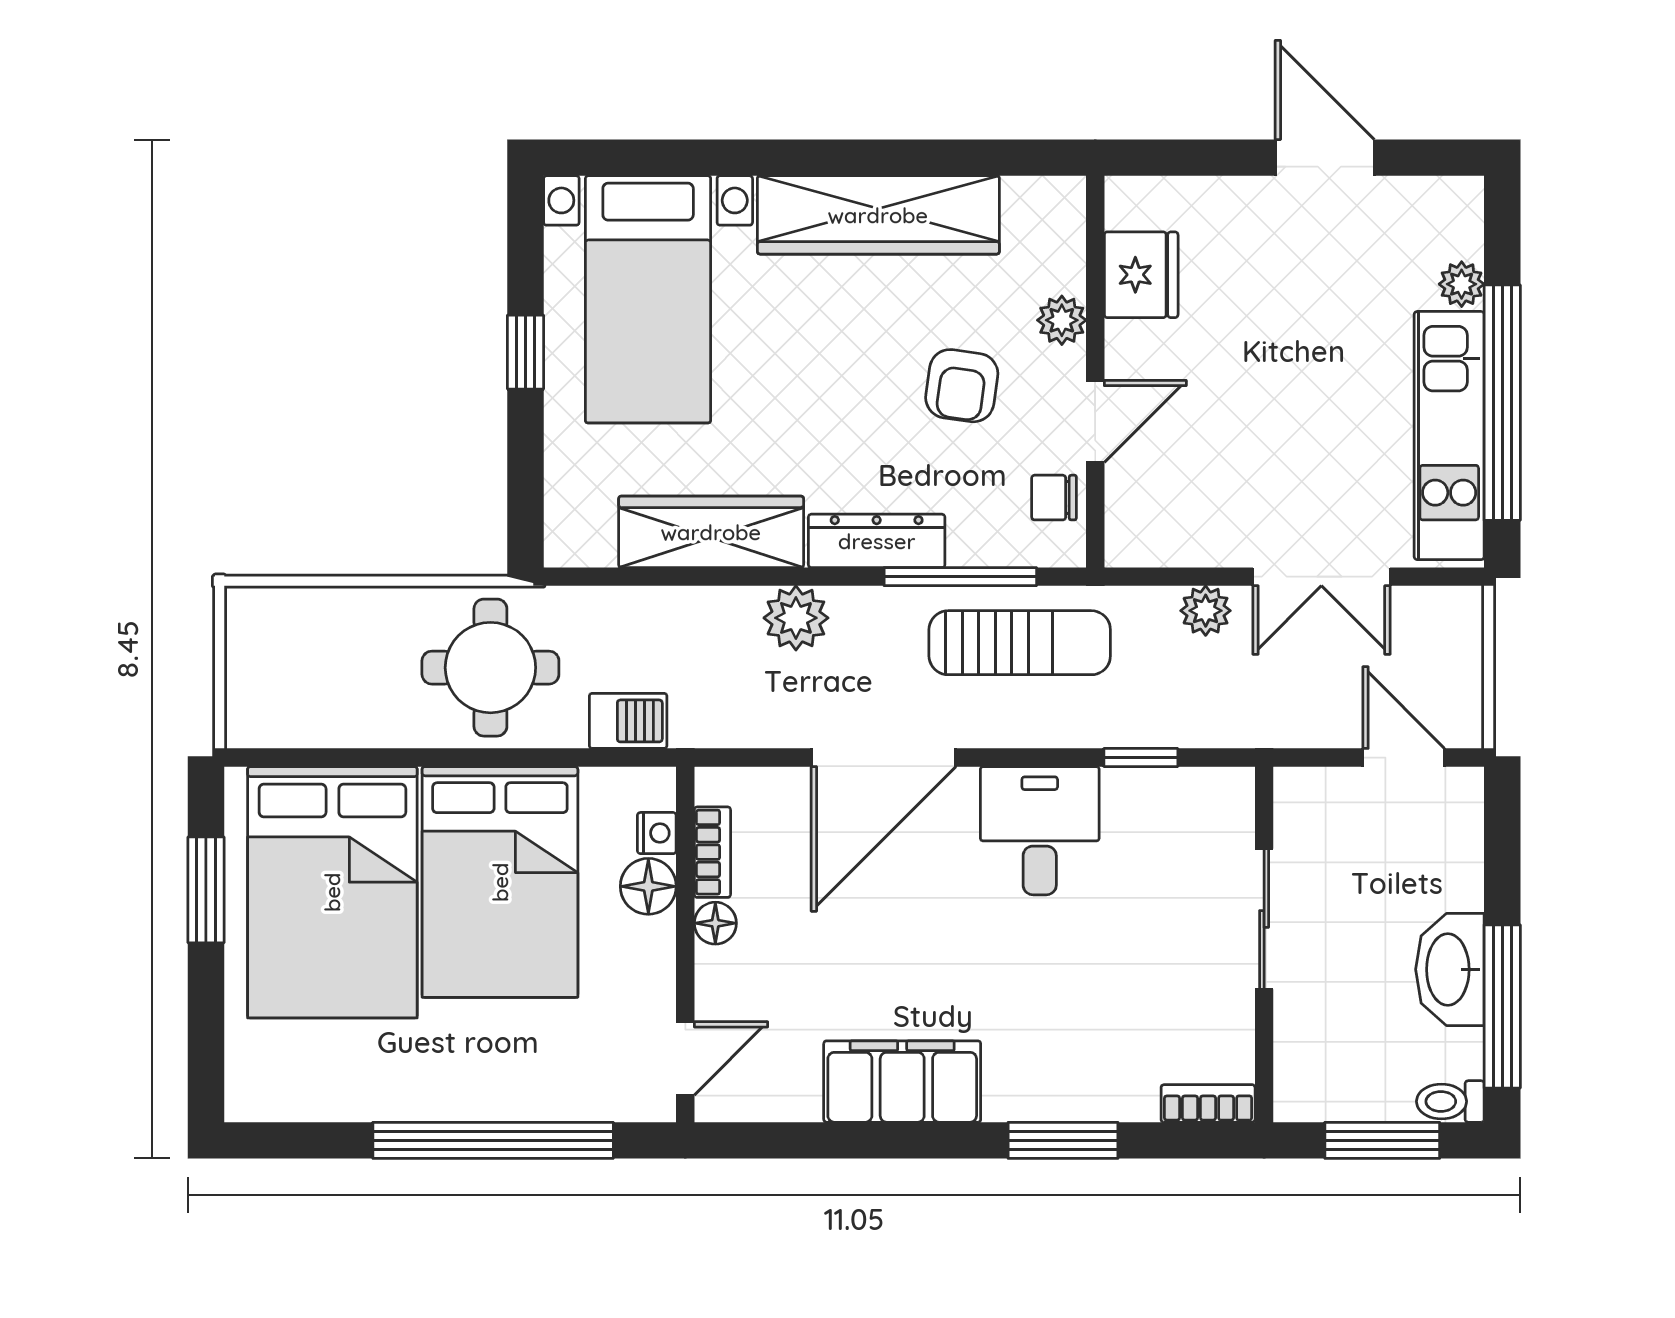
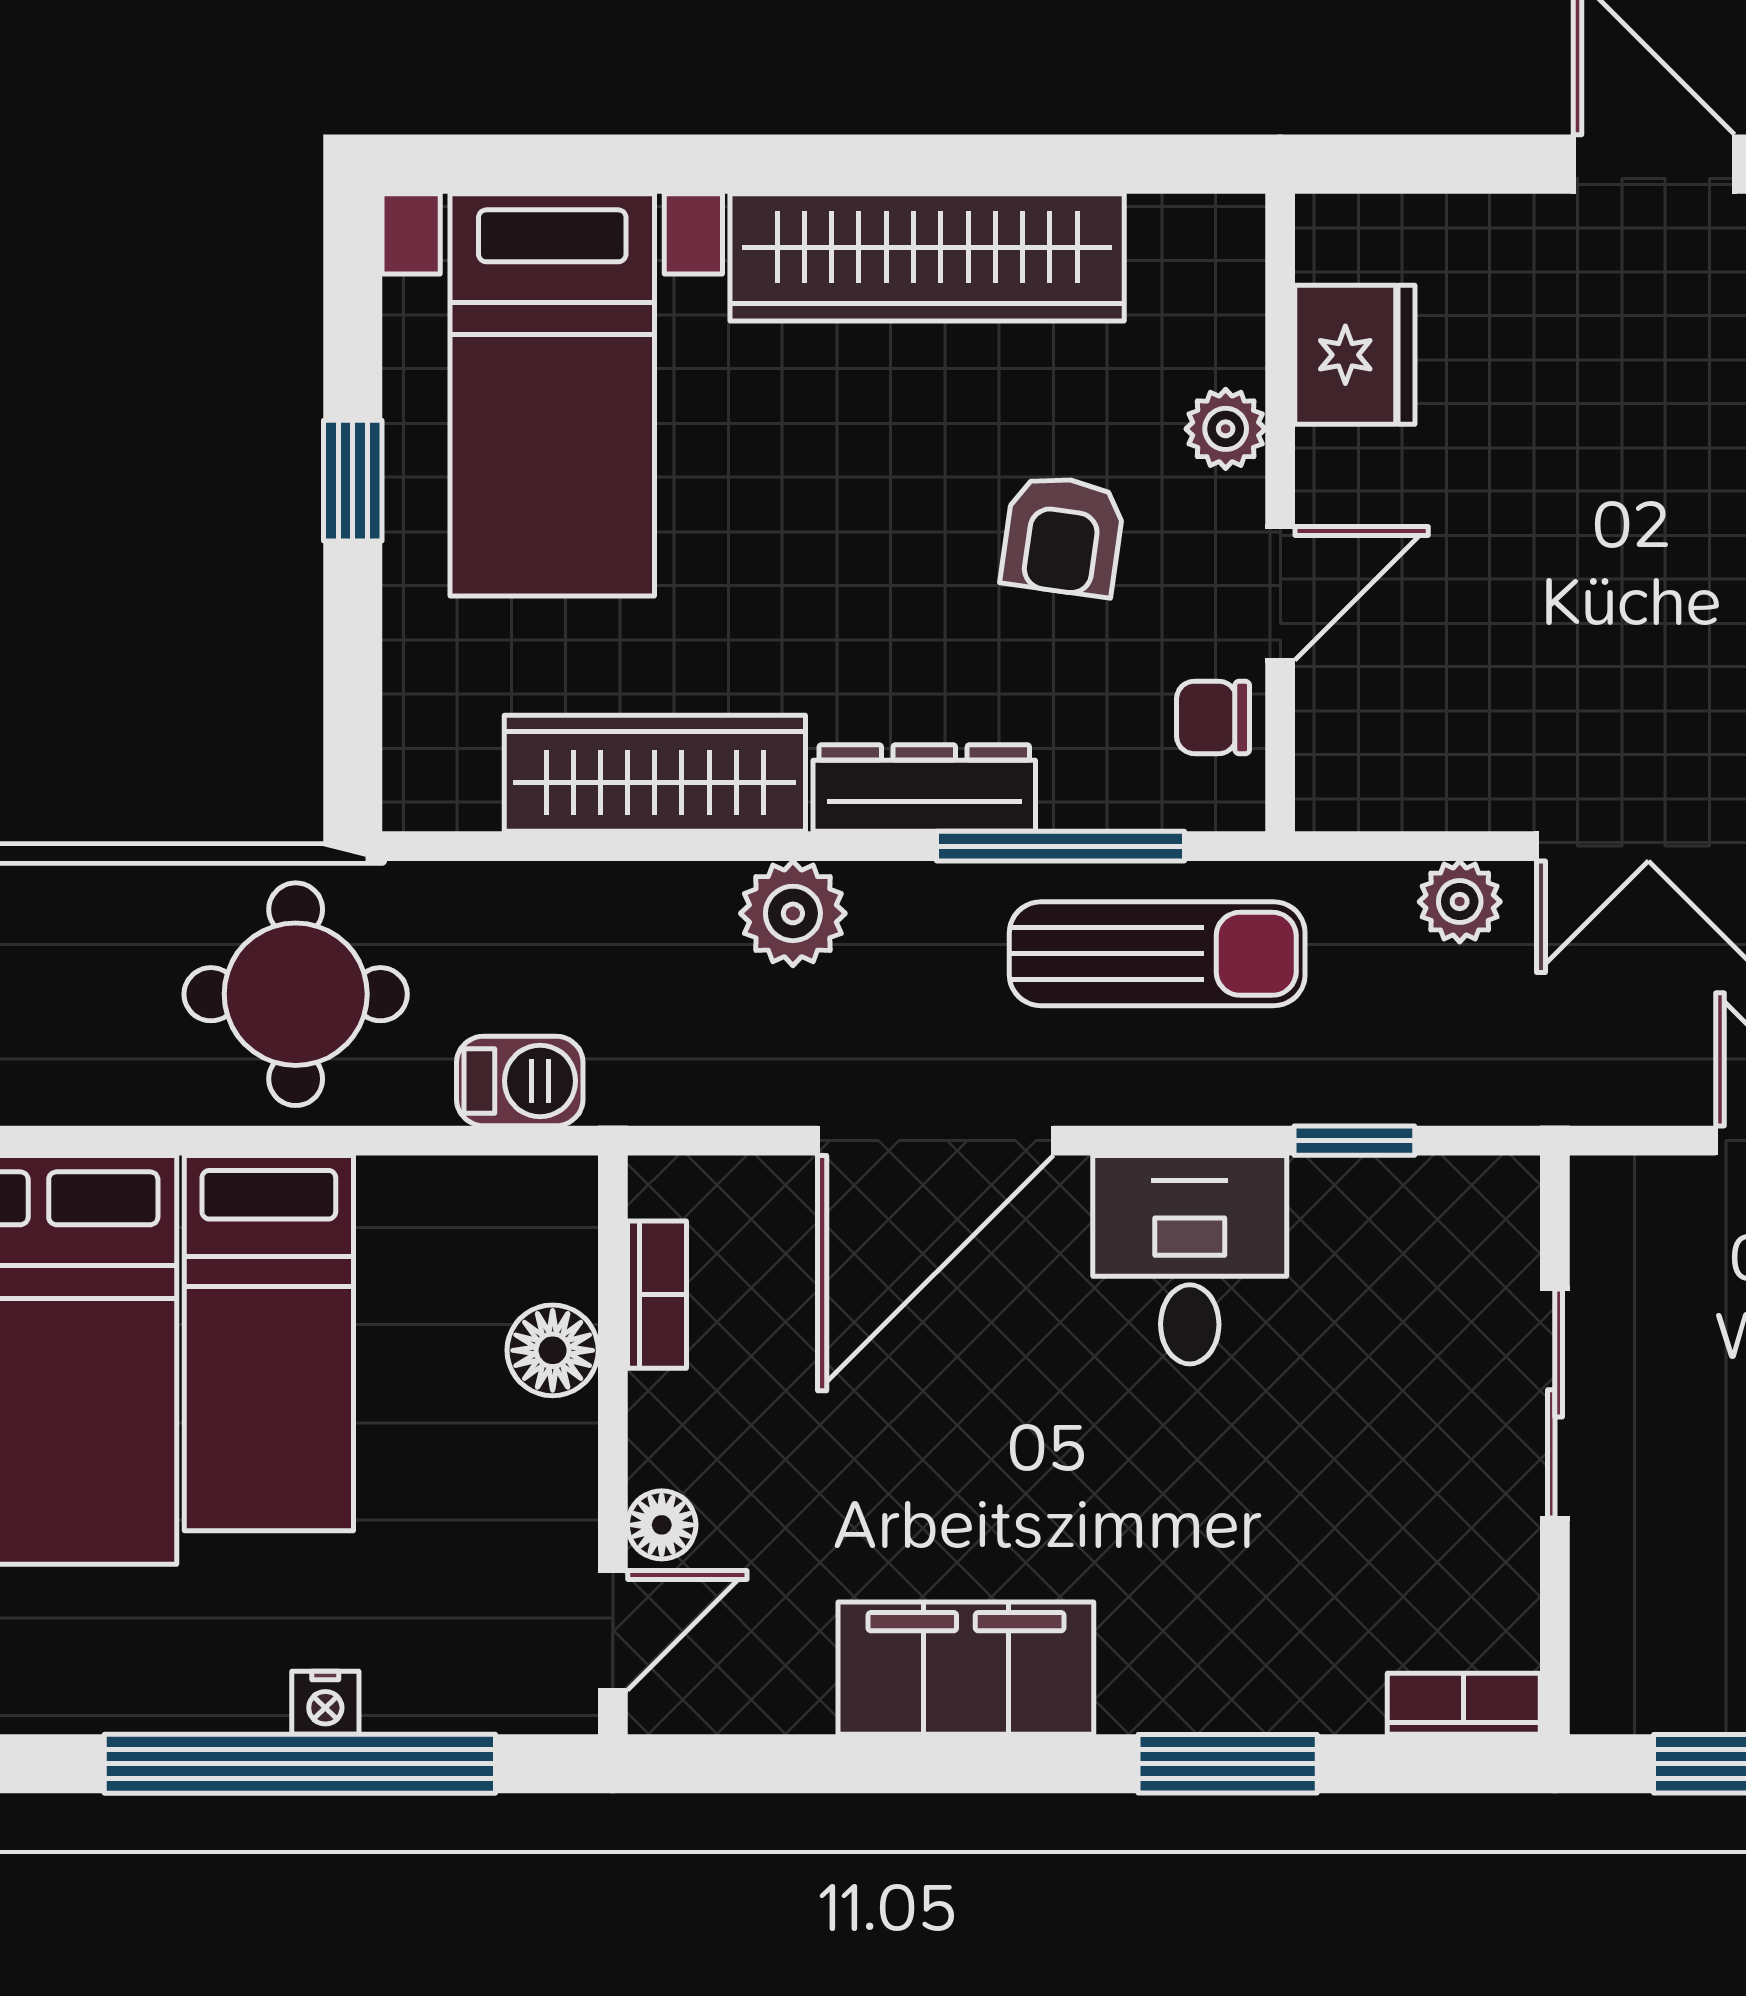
nightstand: (657, 833) -> (325, 1703), moved, turned 90
bed: (500, 882) -> (269, 1343), width x0.67
floor lamp: (715, 923) -> (662, 1525), moved

